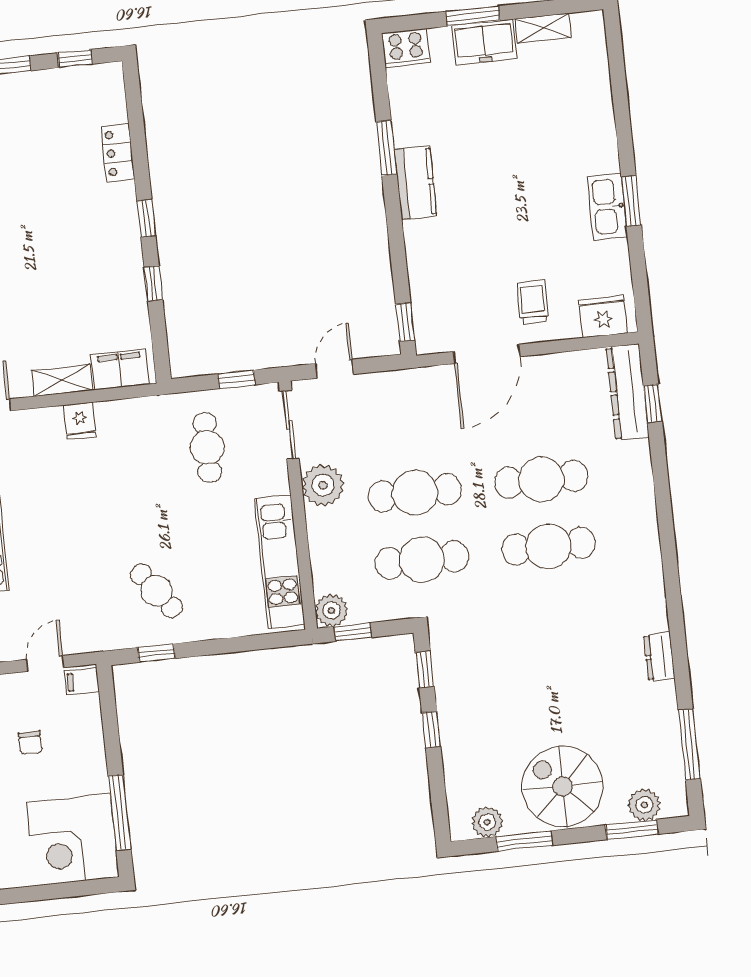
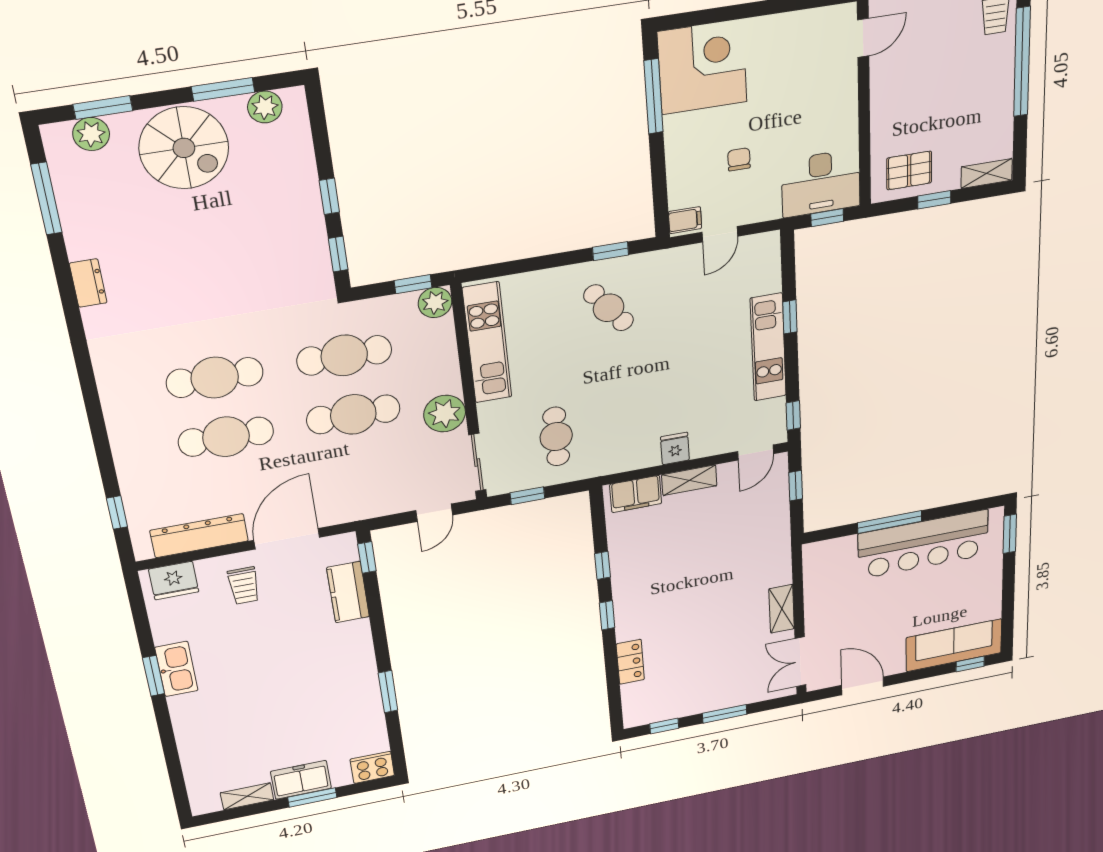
kitchen counter: (415, 183) -> (348, 592), moved
dresser: (627, 392) -> (199, 536), moved, turned -90

